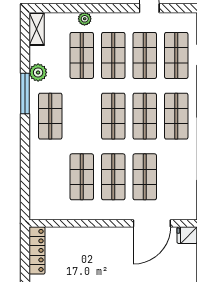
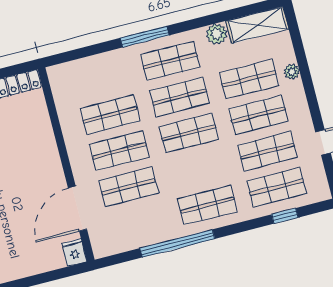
shelving: (37, 29) -> (257, 25), width x1.50, depth x1.33
window: (25, 94) -> (145, 37), moved
shop shelf: (145, 116) -> (180, 97), moved
door: (152, 223) -> (77, 209), hinge flipped

